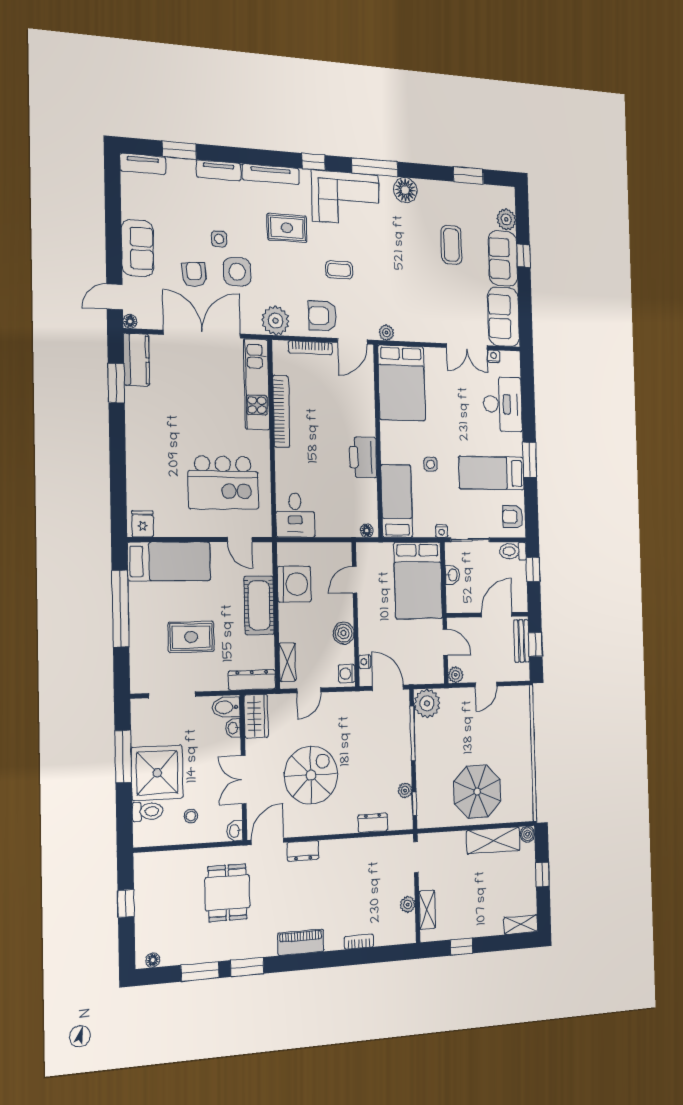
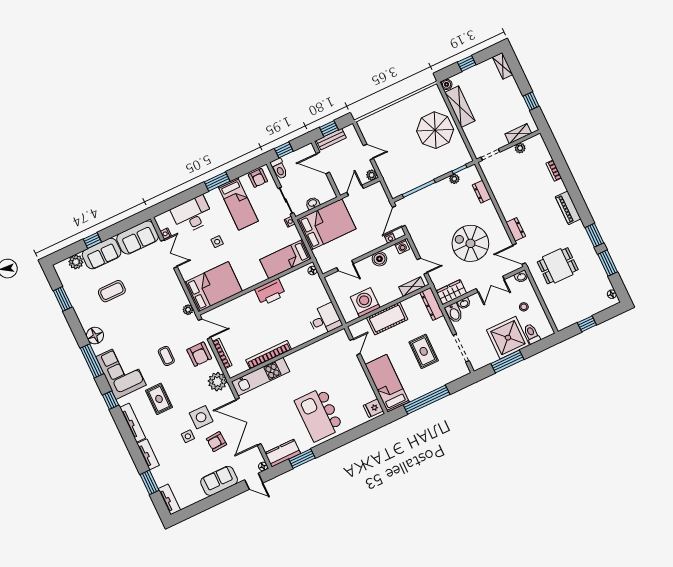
side table: (430, 464) -> (217, 242), moved
kitchen island: (223, 483) -> (319, 414), moved, turned 180
plant: (427, 703) -> (397, 187), removed

